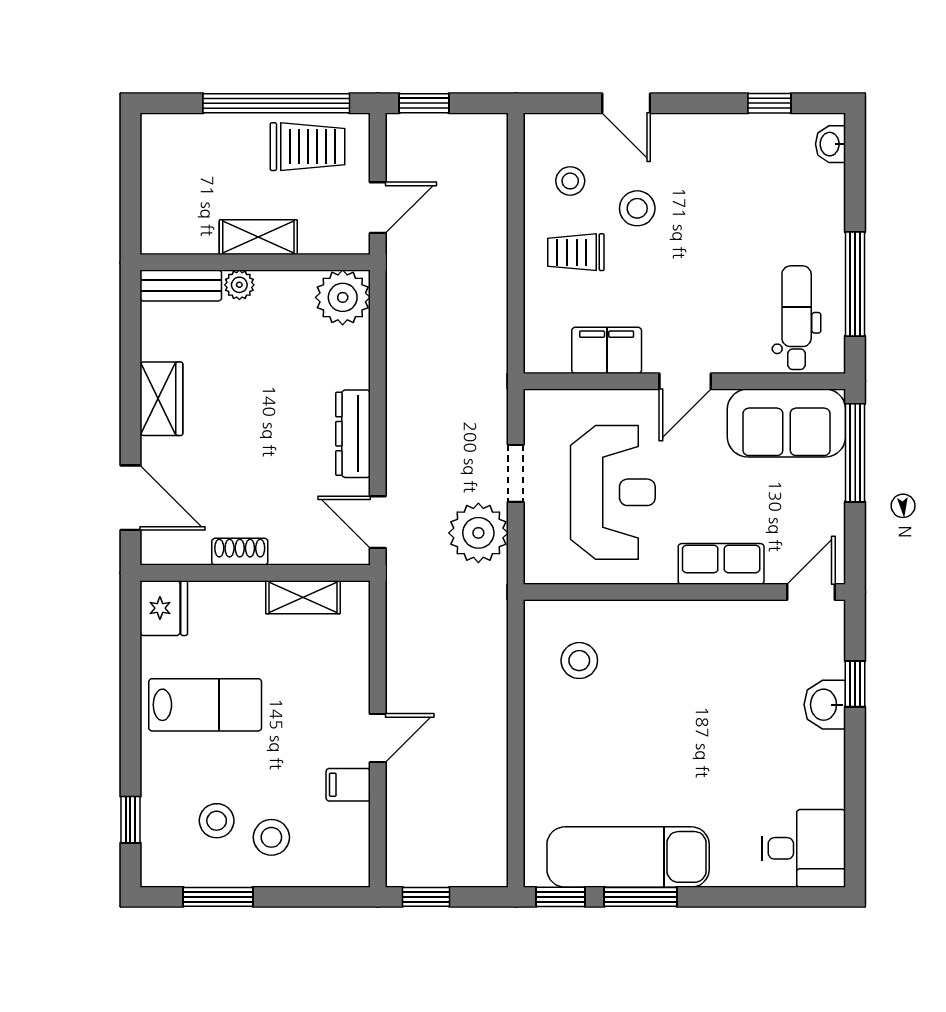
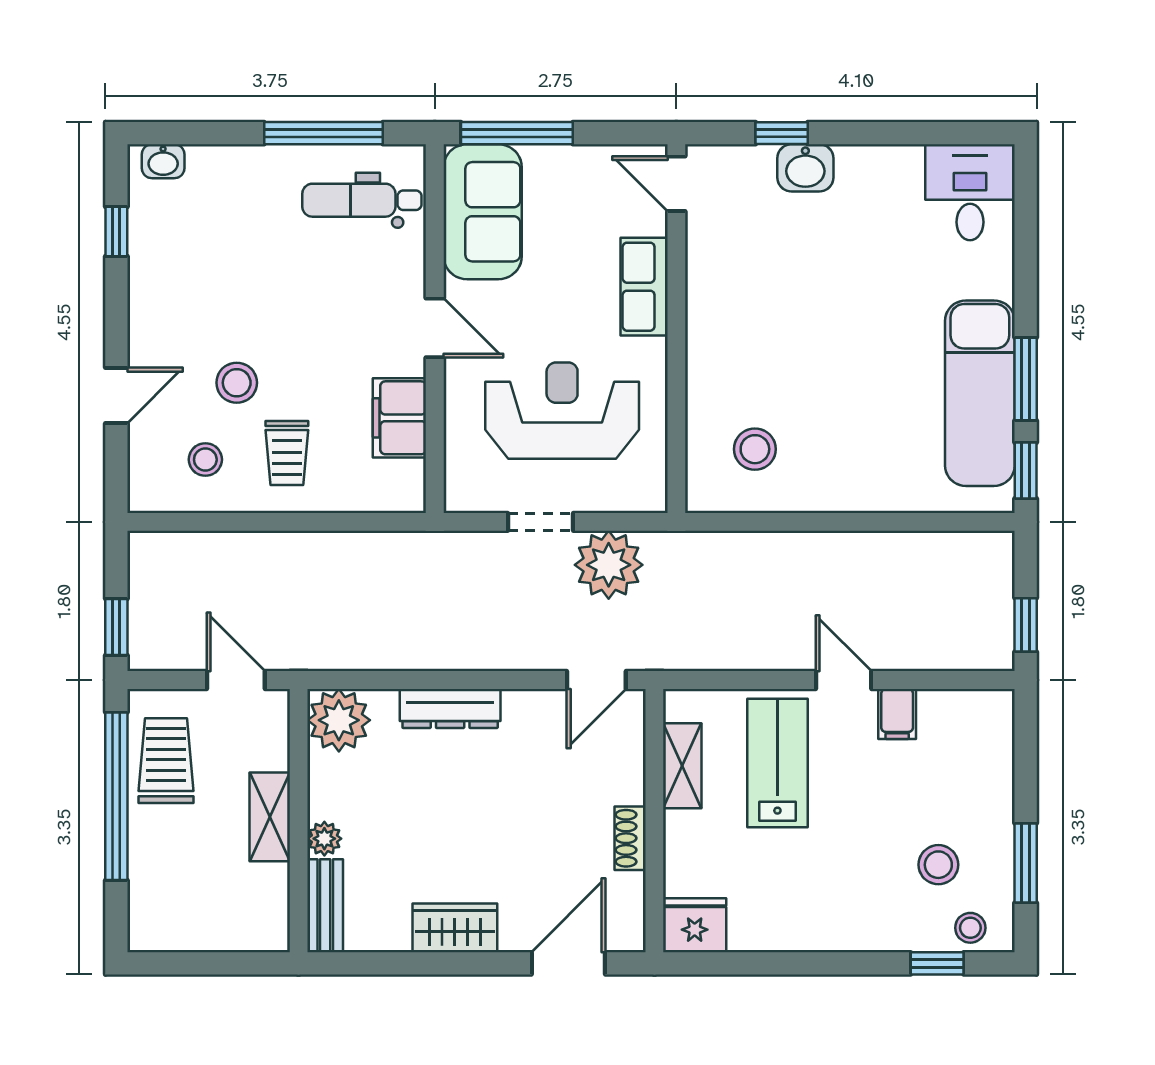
dresser: (353, 434) -> (450, 708), moved
lab bench: (205, 705) -> (777, 763), moved
stool: (271, 837) -> (970, 928), moved, width x0.73, depth x0.73

